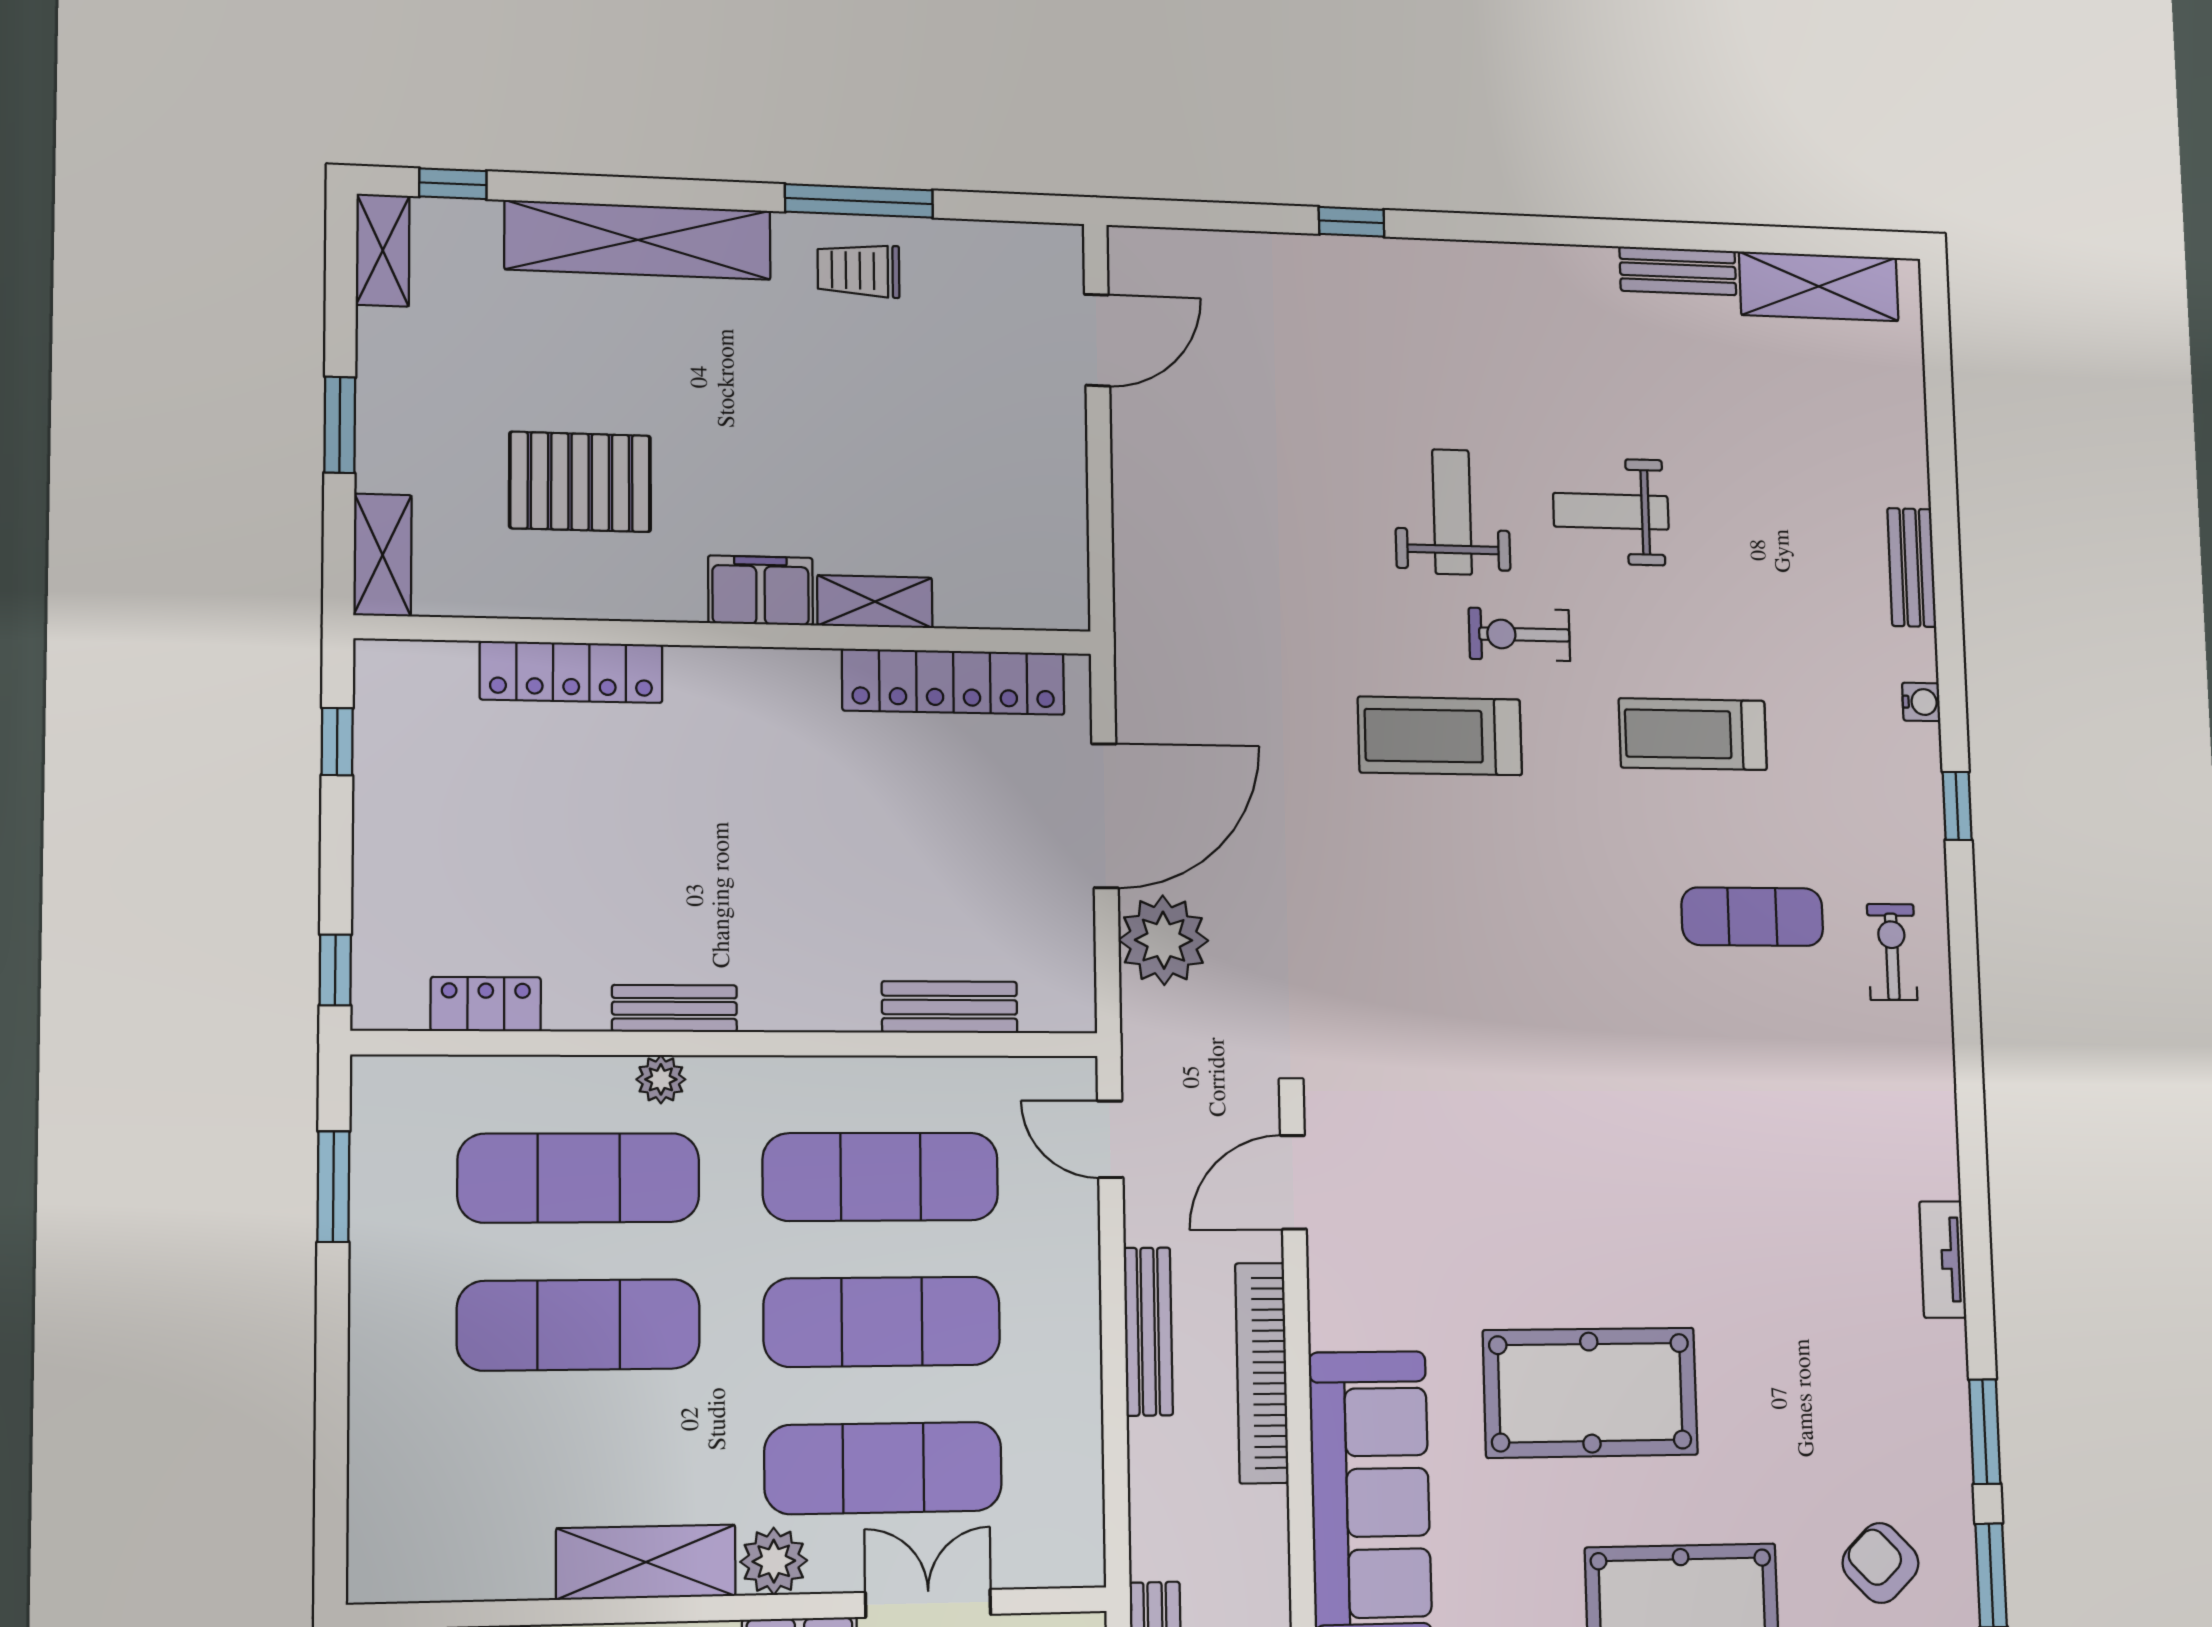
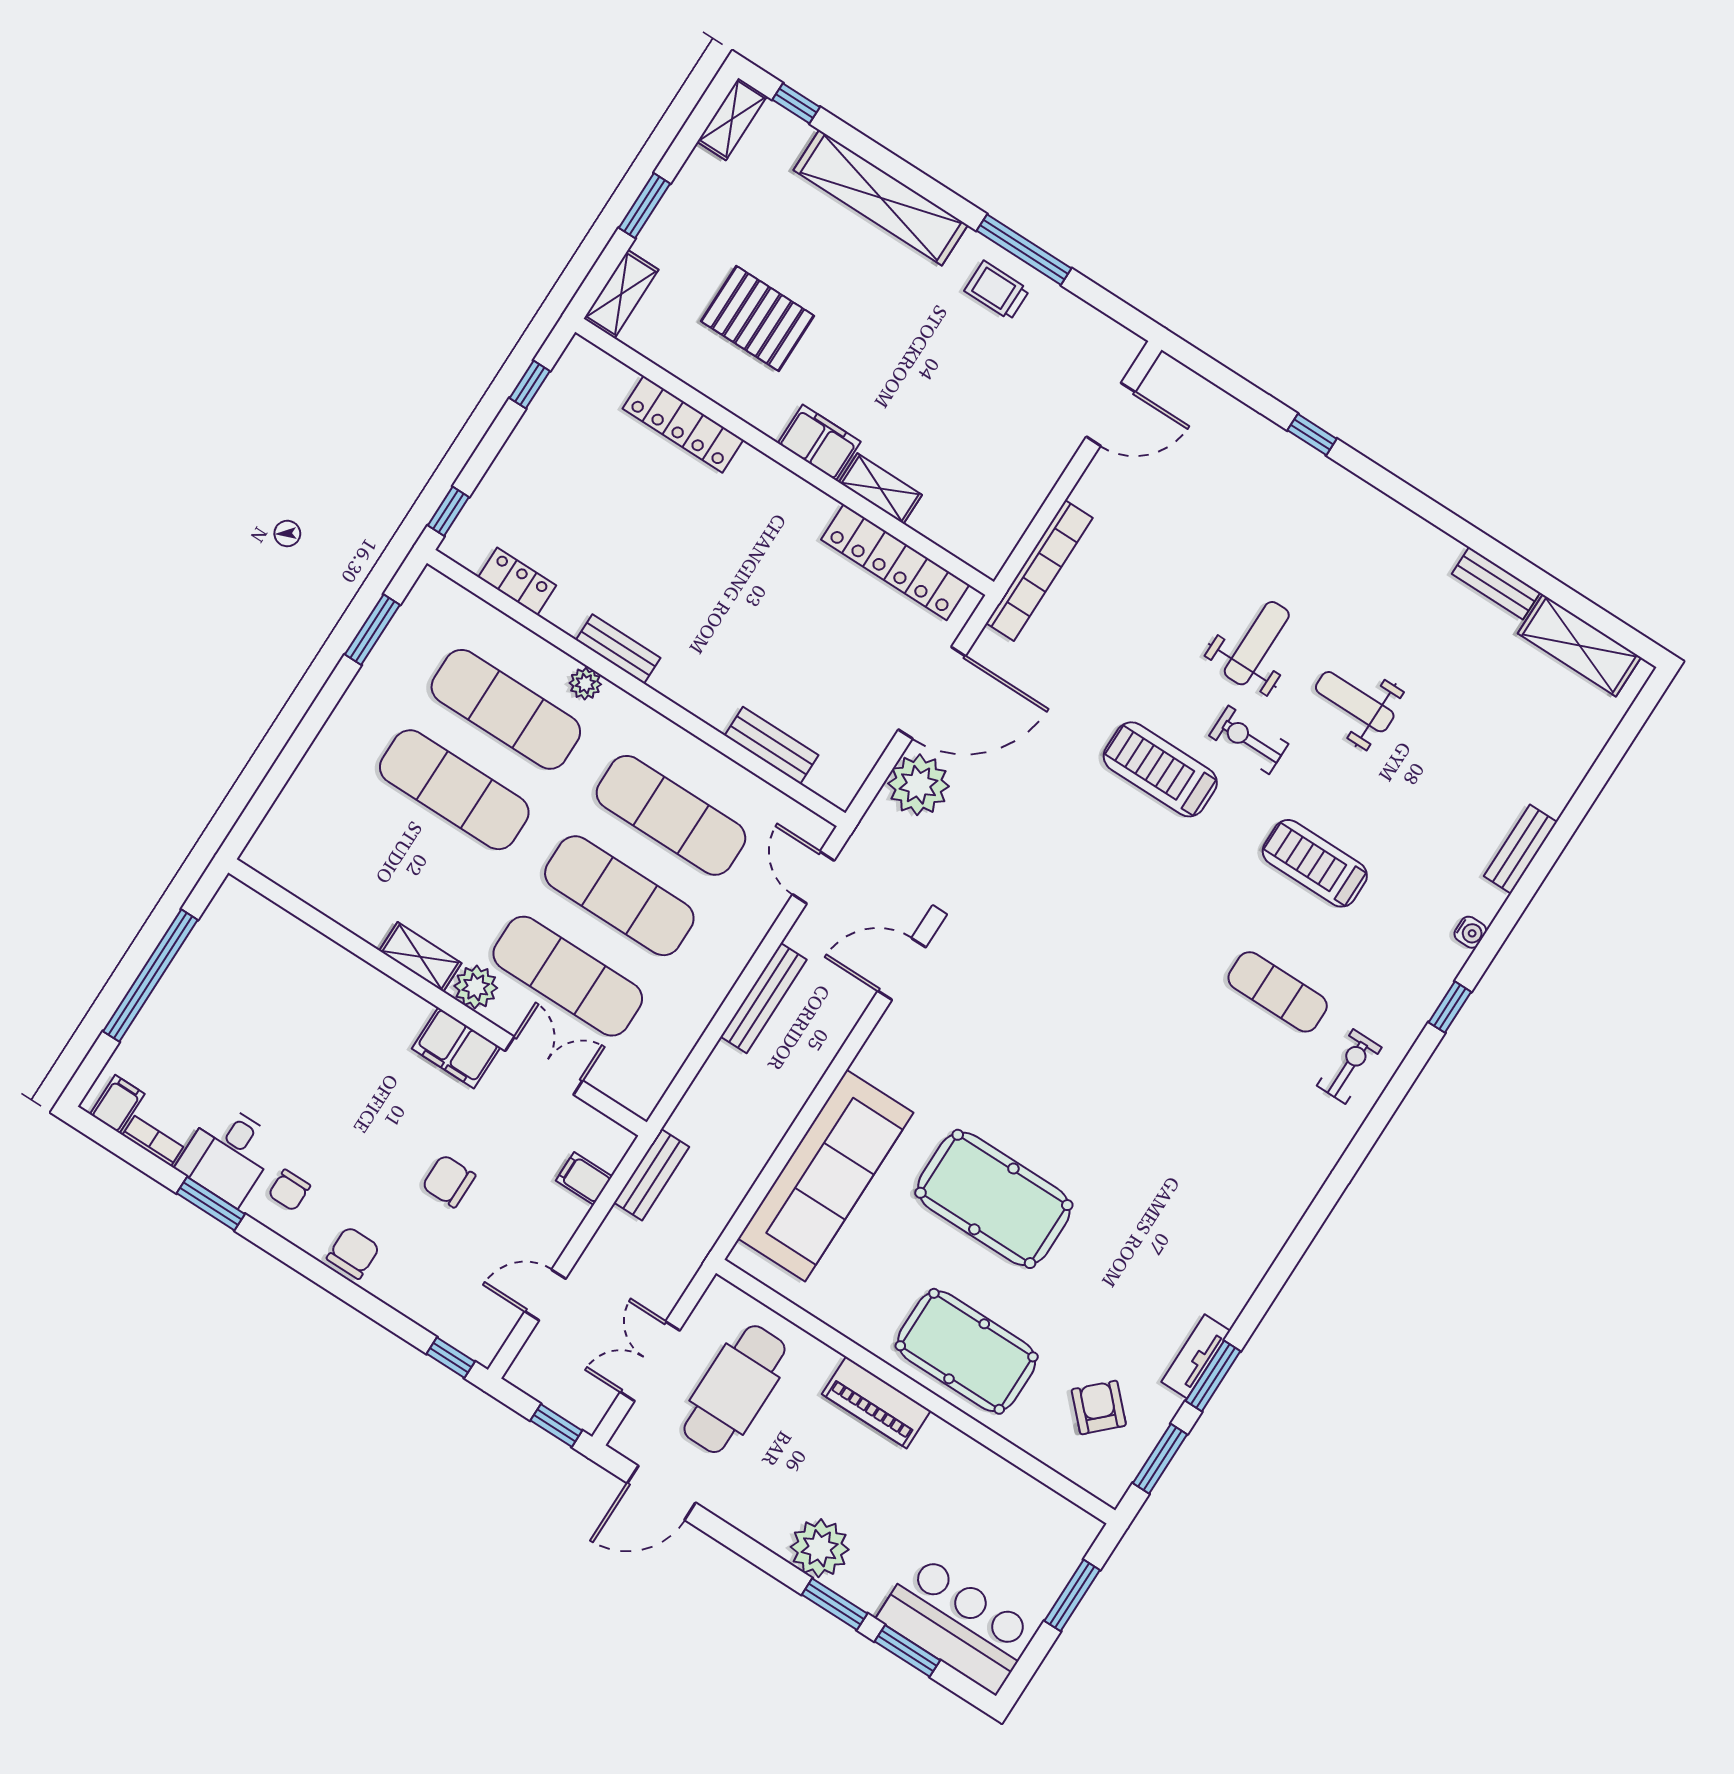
tv unit: (1943, 1259) -> (1196, 1356), moved
bookcase: (1262, 1373) -> (1039, 571), moved, turned 180
shelving: (646, 1562) -> (420, 957), width x0.67, depth x0.75

